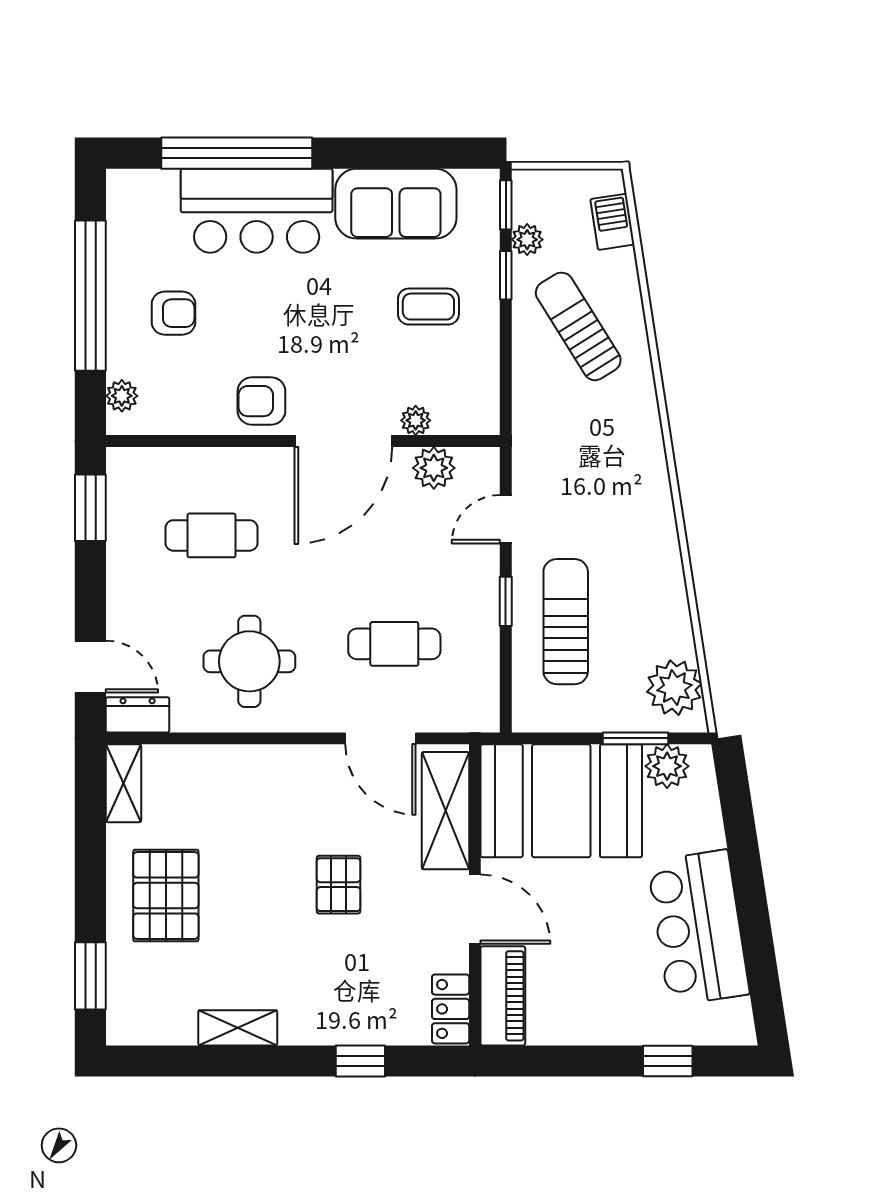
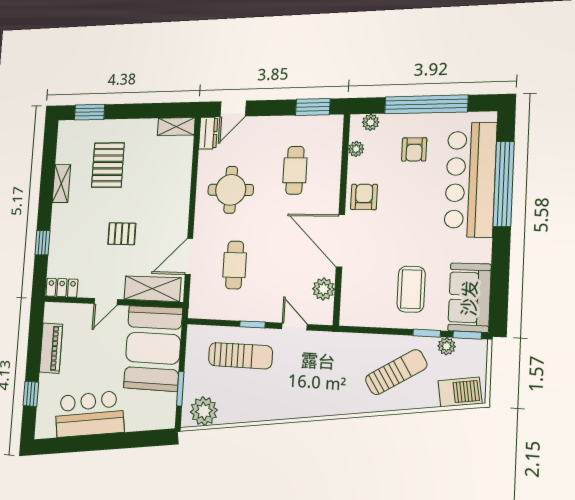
sofa: (396, 204) -> (469, 298), moved
bar counter: (257, 211) -> (470, 180), width x1.36
barbecue: (612, 222) -> (460, 392), width x1.38, depth x1.27
coffee table: (428, 307) -> (411, 289), width x1.36, depth x1.30
plant: (416, 420) -> (356, 149), moved
plant: (667, 766) -> (166, 404), removed
pallet: (166, 896) -> (108, 165), moved, turned 90
door: (475, 909) -> (106, 302), width x0.73
piano: (503, 996) -> (51, 348), moved, turned -90

